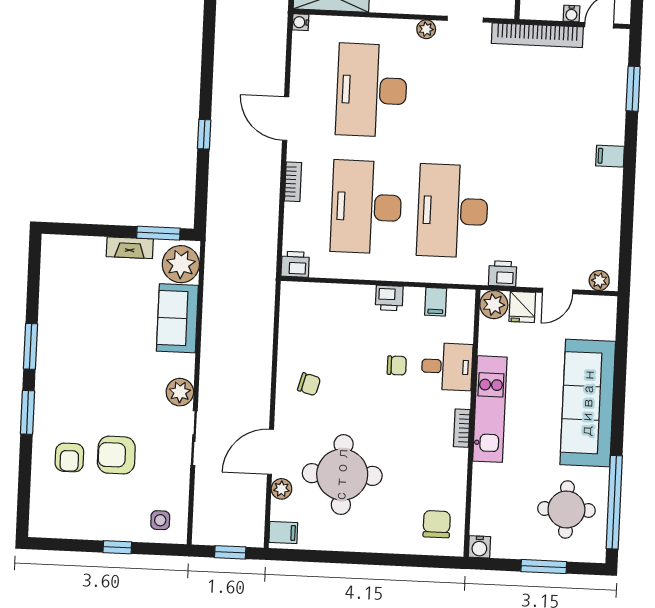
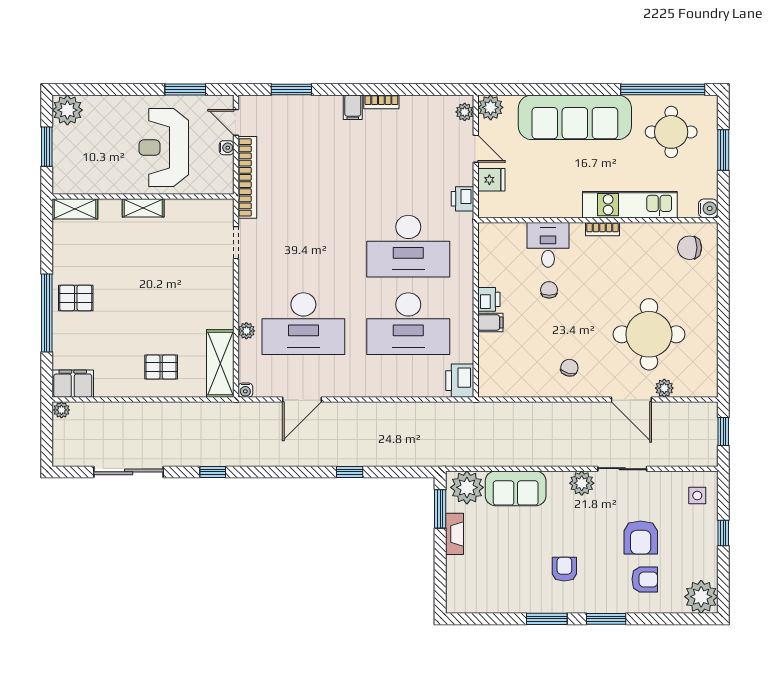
plant: (426, 29) -> (246, 331), moved
door: (286, 118) -> (302, 400), moved
bookcase: (293, 182) -> (381, 102), moved, turned 180
printer: (295, 264) -> (460, 381), width x1.36, depth x1.24
filing cabinet: (436, 302) -> (490, 322), moved
plant: (494, 305) -> (491, 107), moved
armchair: (85, 368) -> (564, 569), added
kitchen unit: (490, 409) -> (630, 205), moved
plant: (47, 519) -> (701, 597), added
filing cabinet: (283, 533) -> (703, 385), removed

